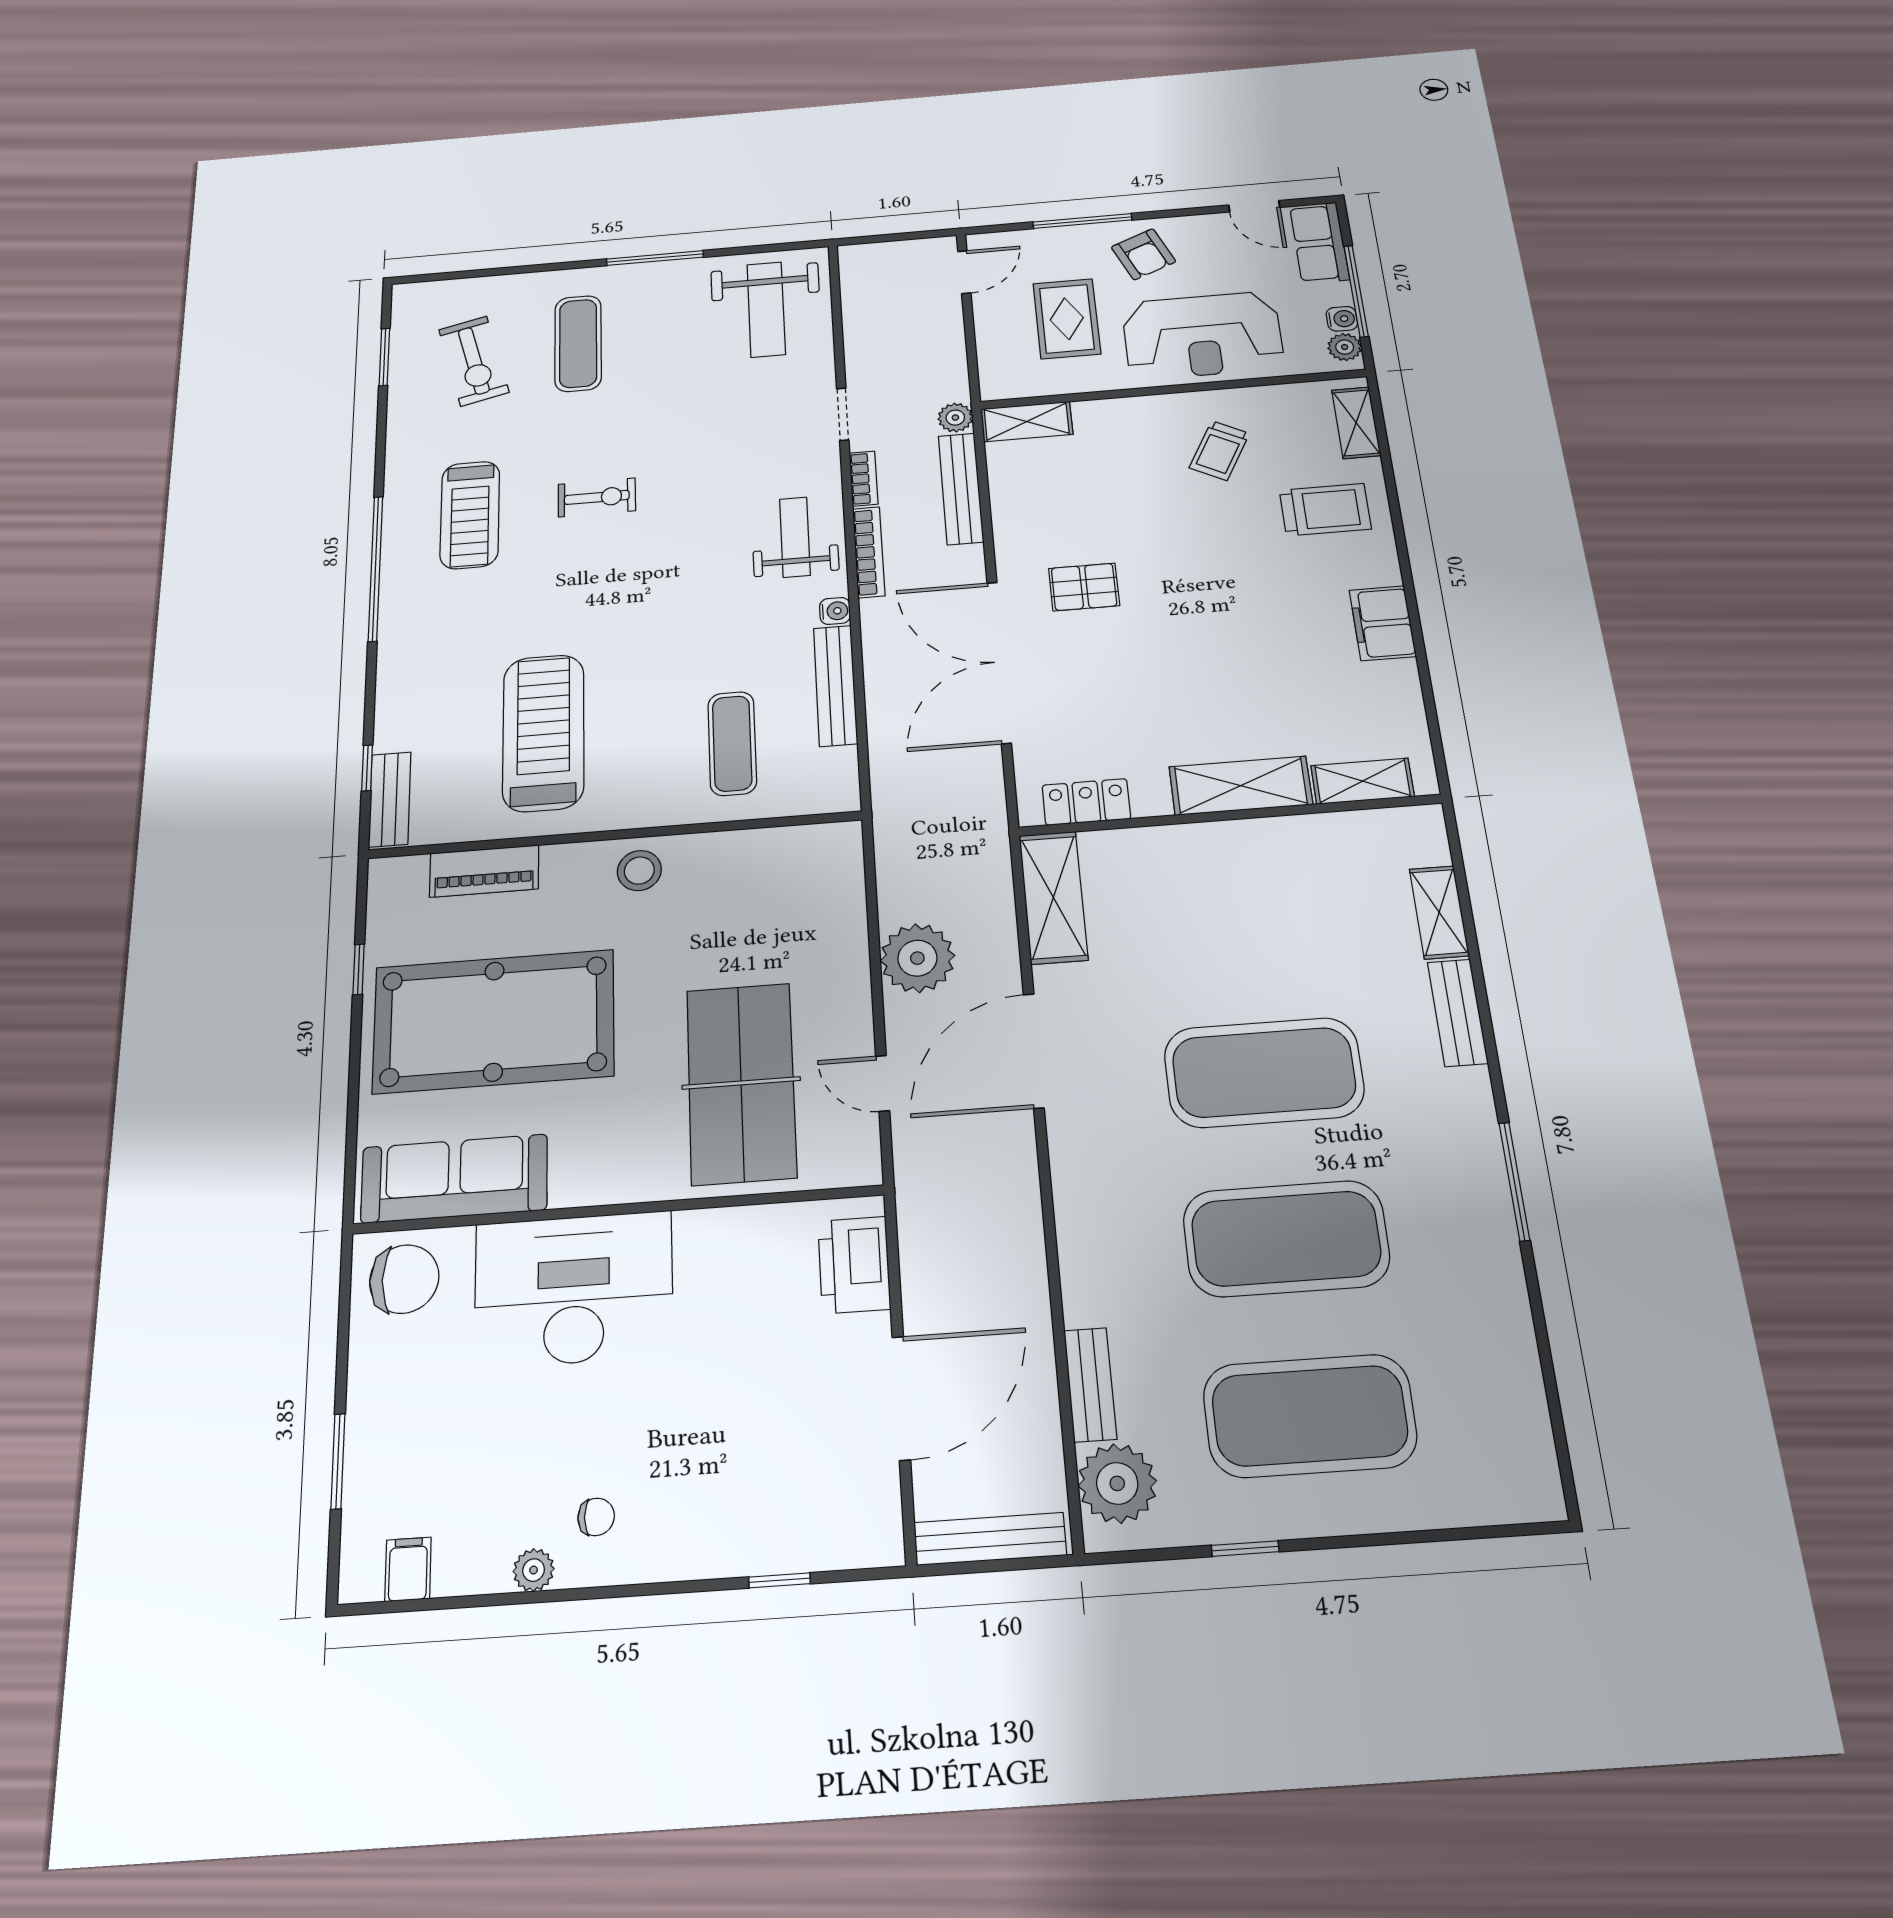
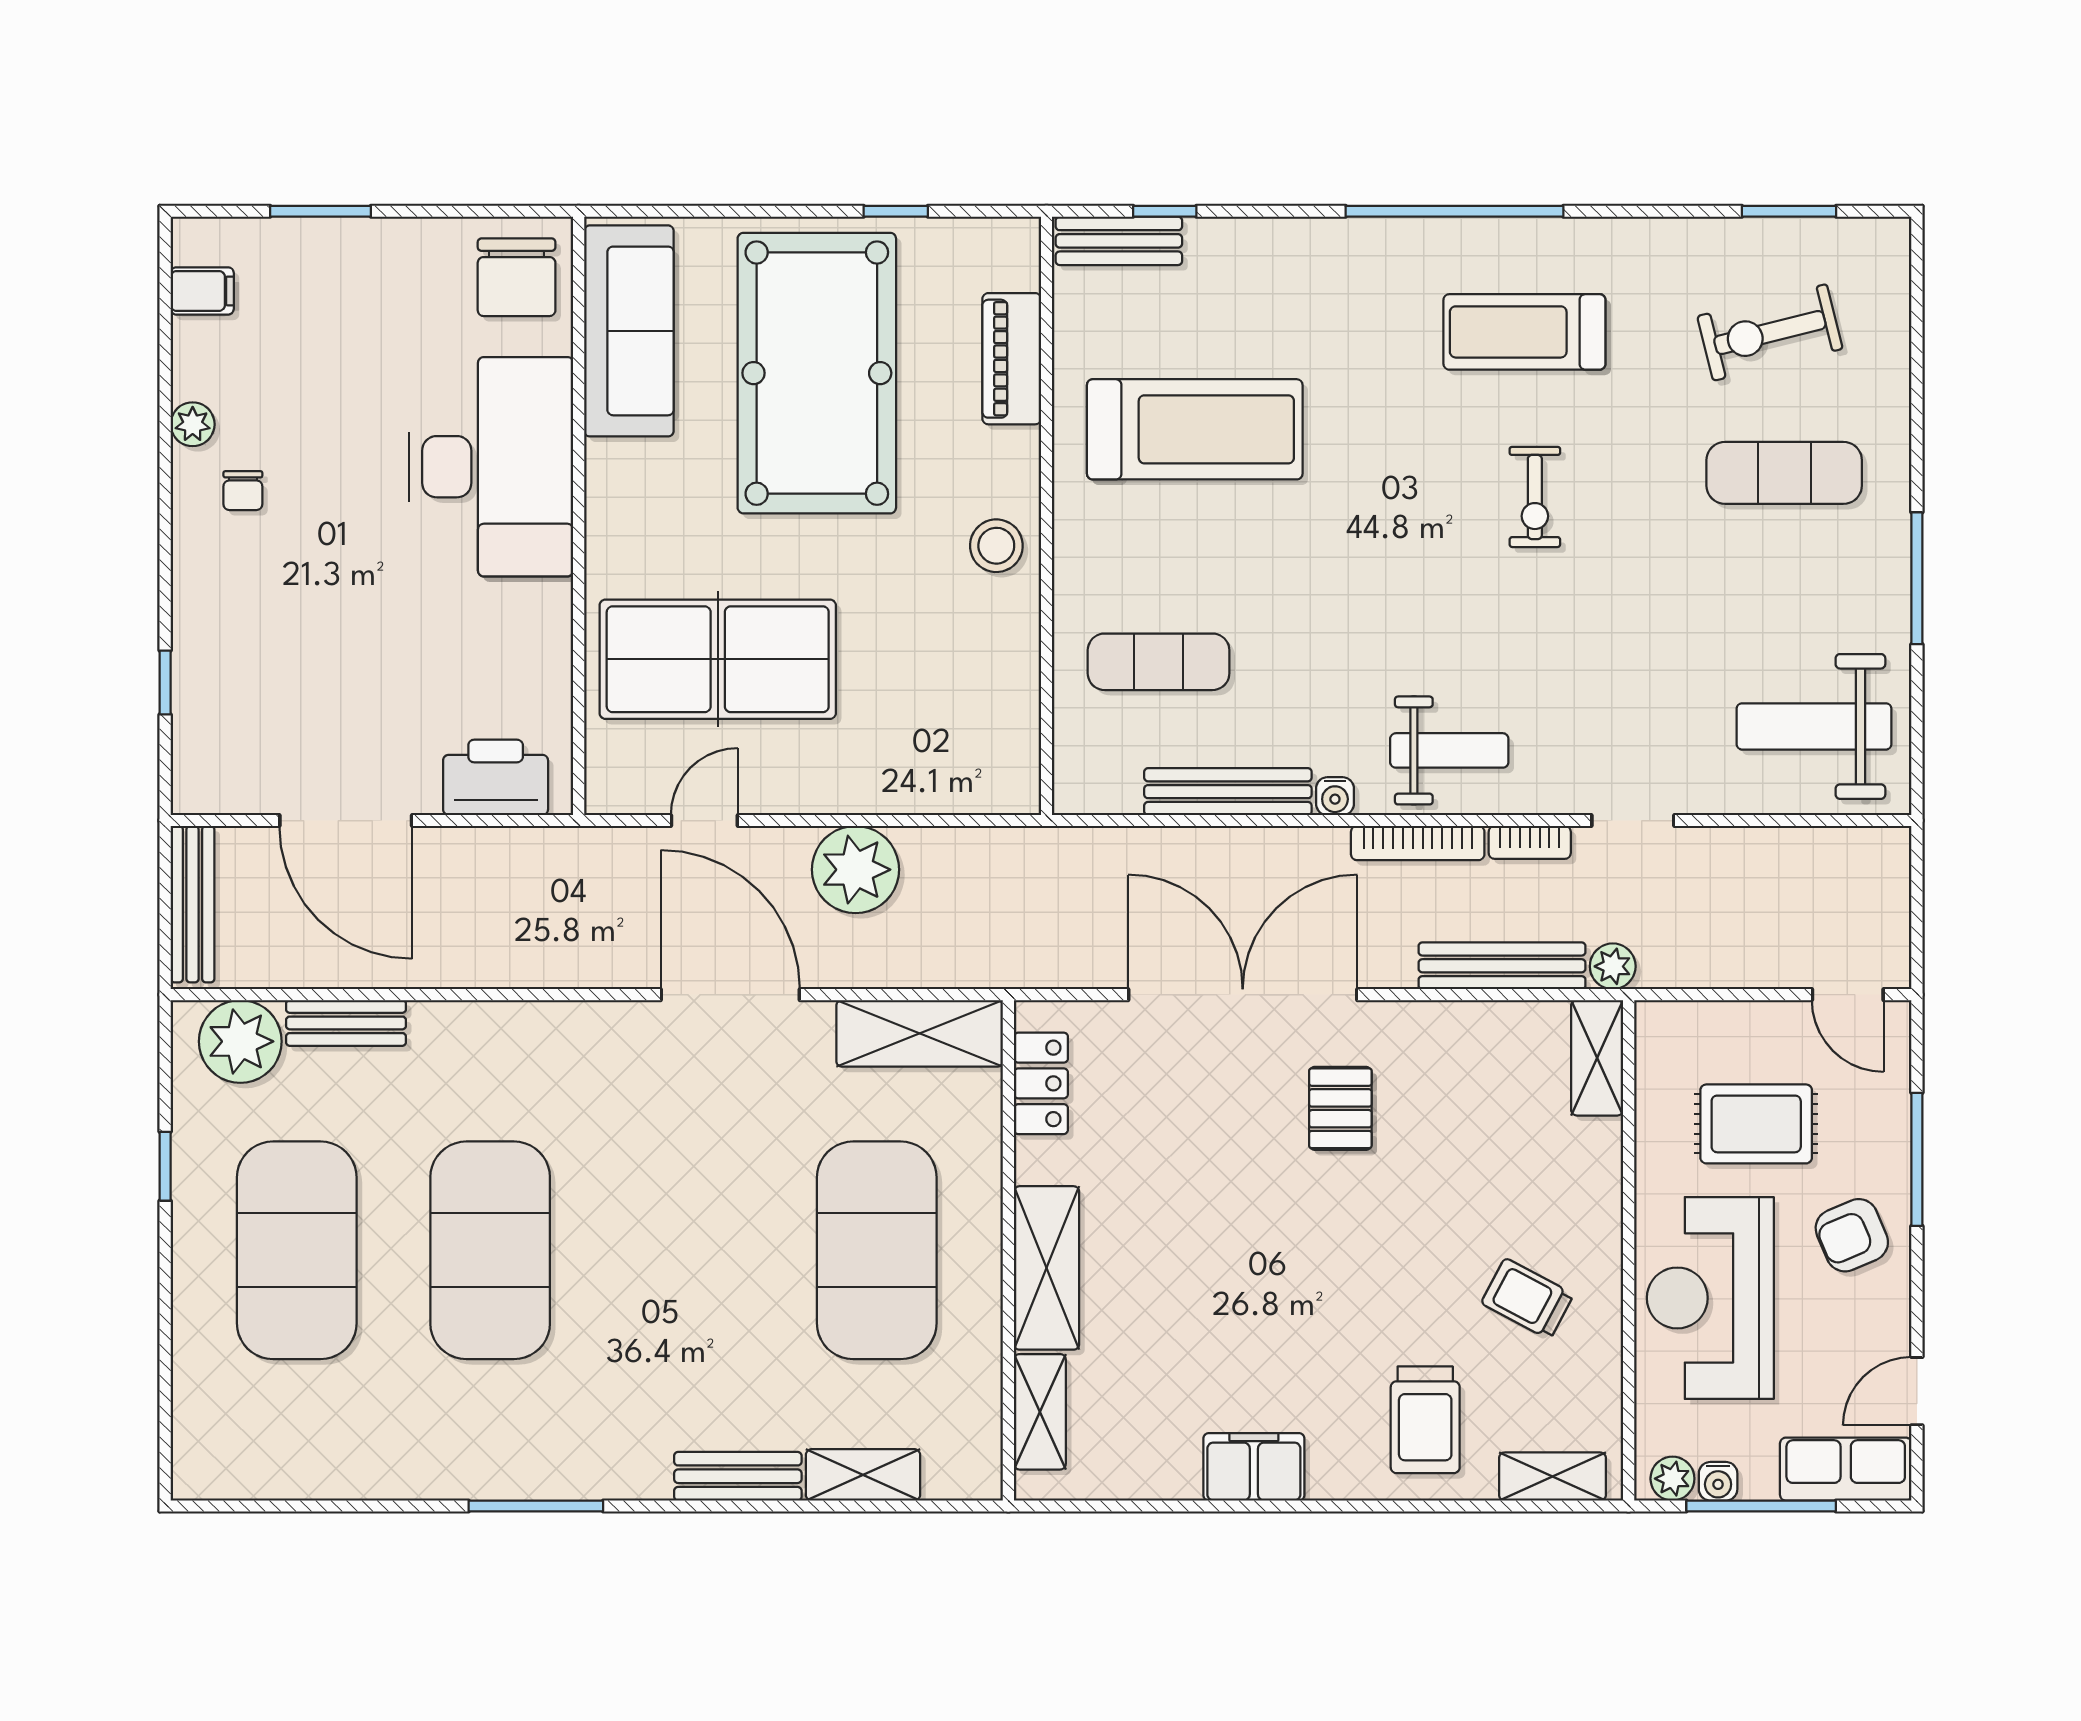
exercise mat: (1264, 1072) -> (877, 1250), moved

